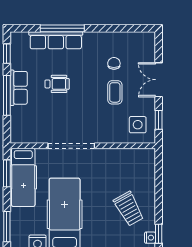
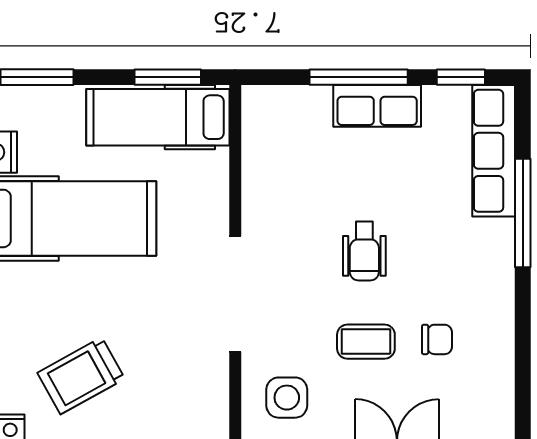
row of seats: (56, 40) -> (494, 151), moved
wheelchair: (57, 84) -> (364, 251), moved
doorway: (71, 146) -> (235, 294), moved

